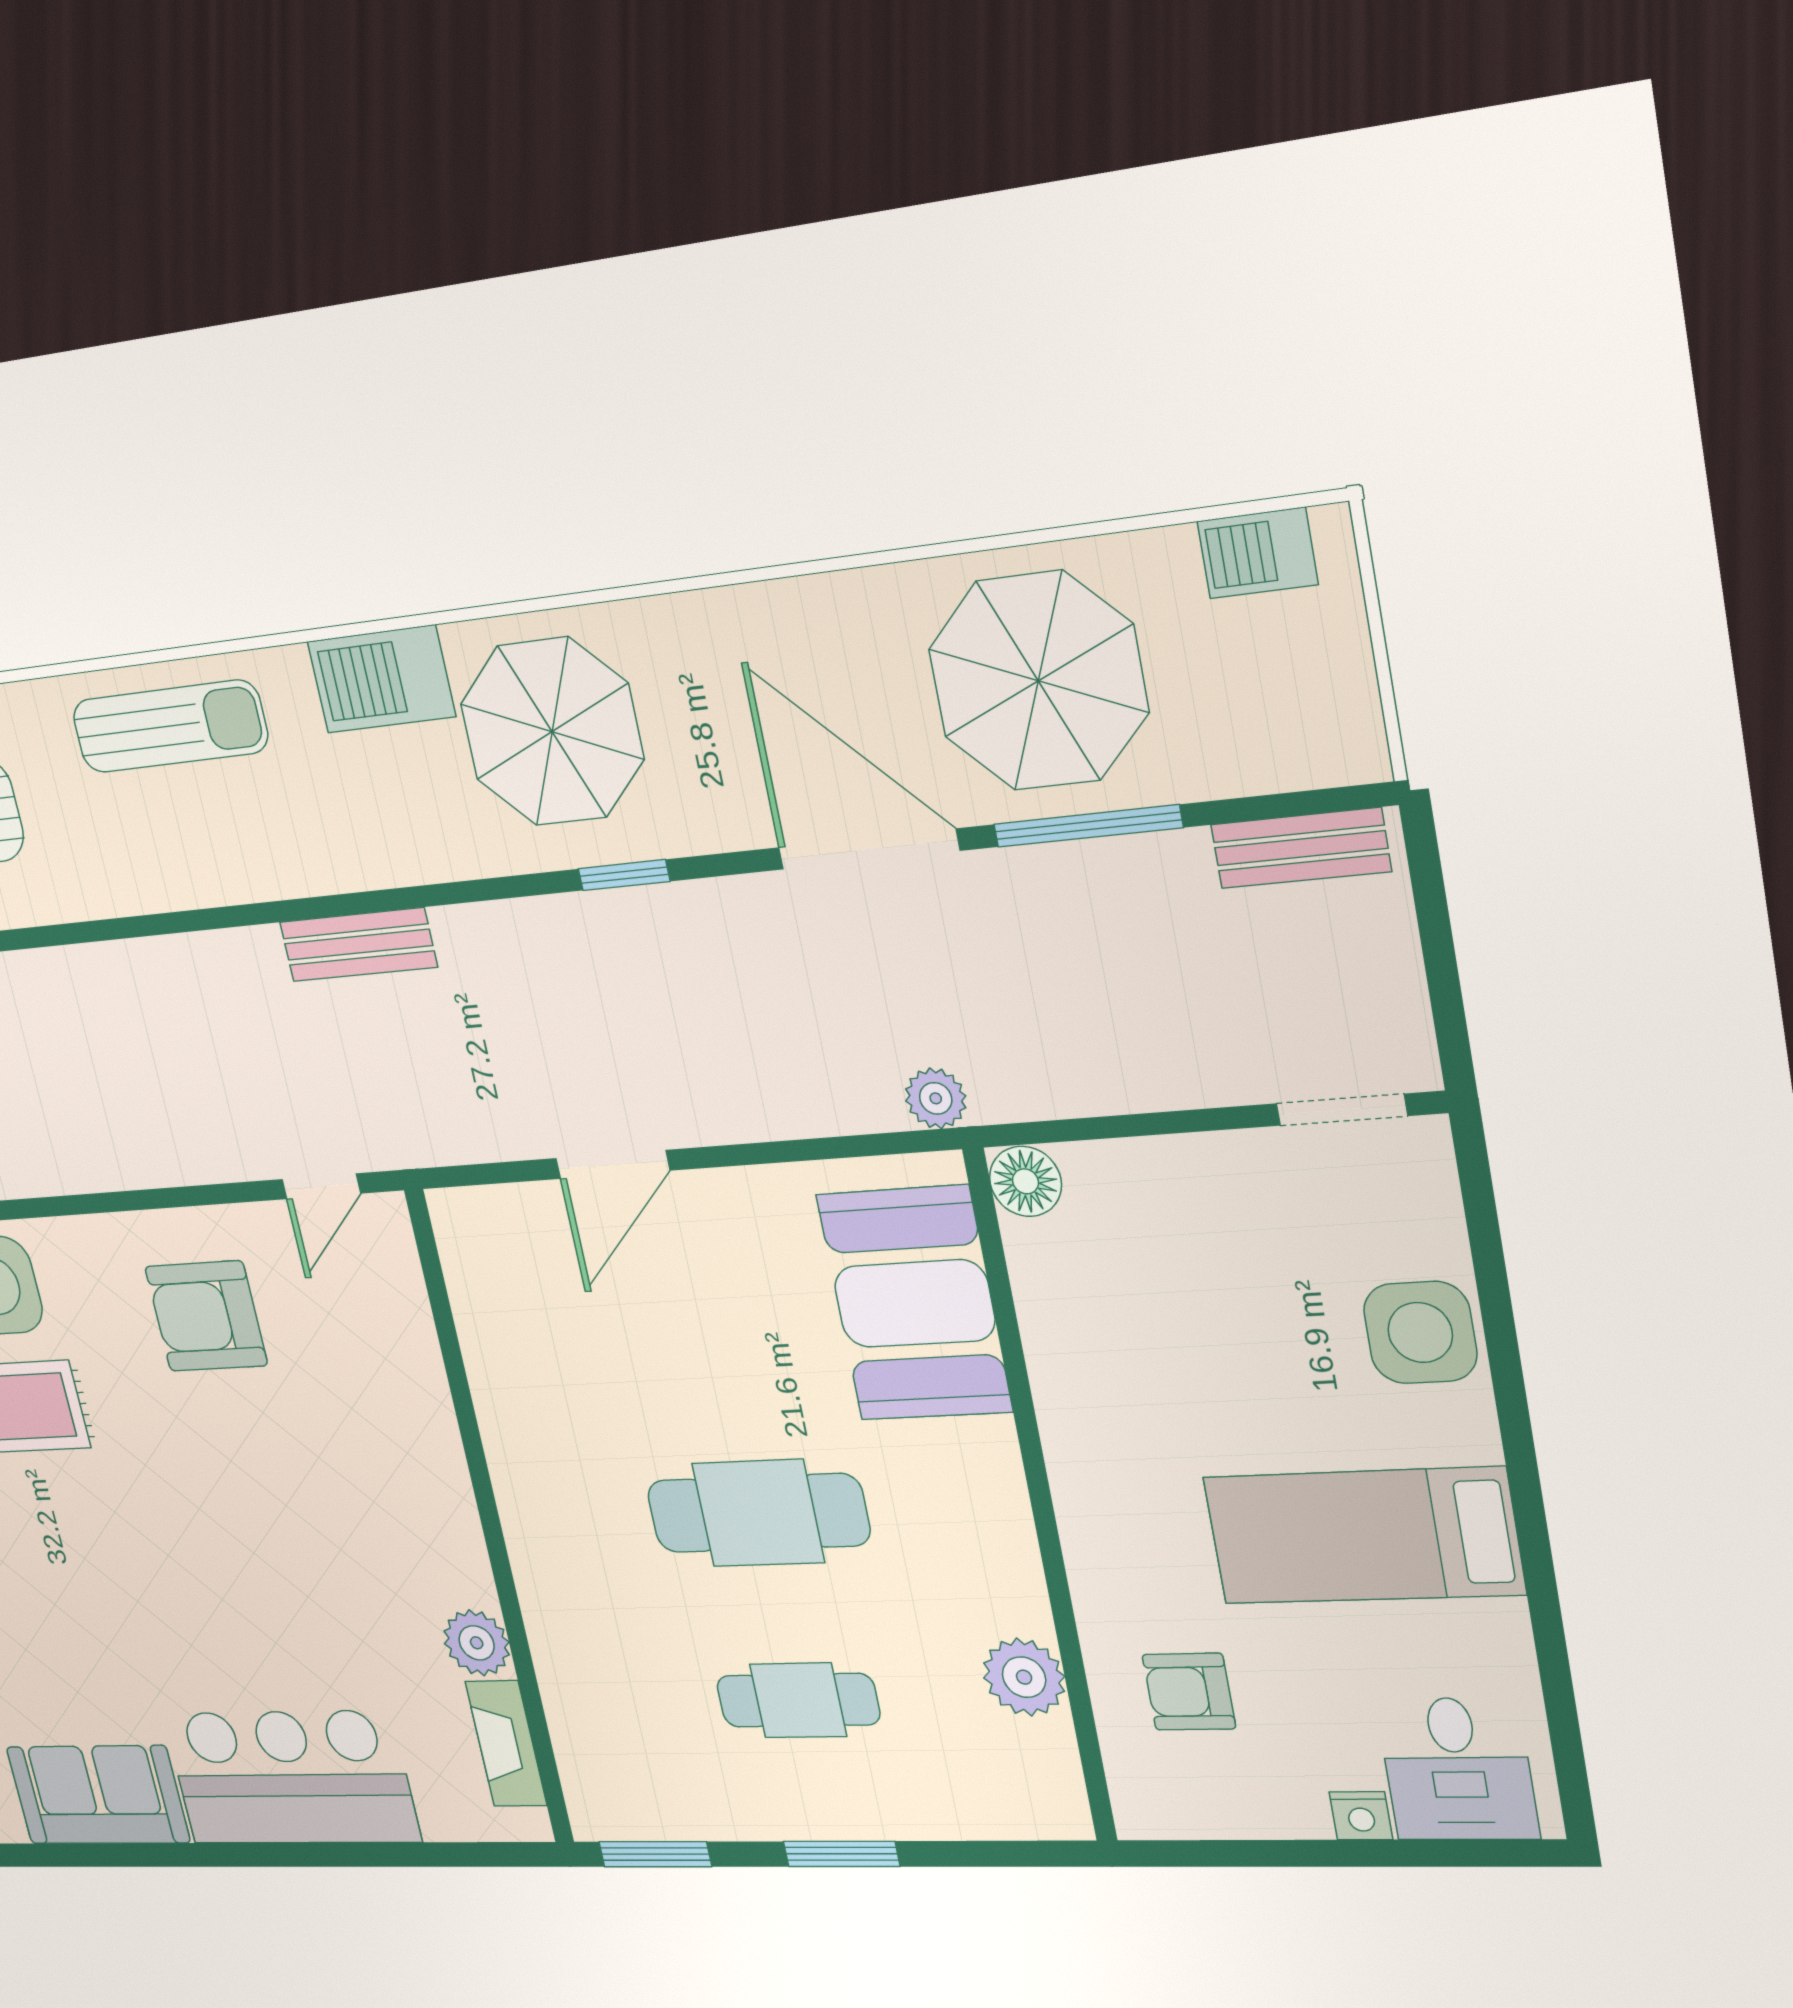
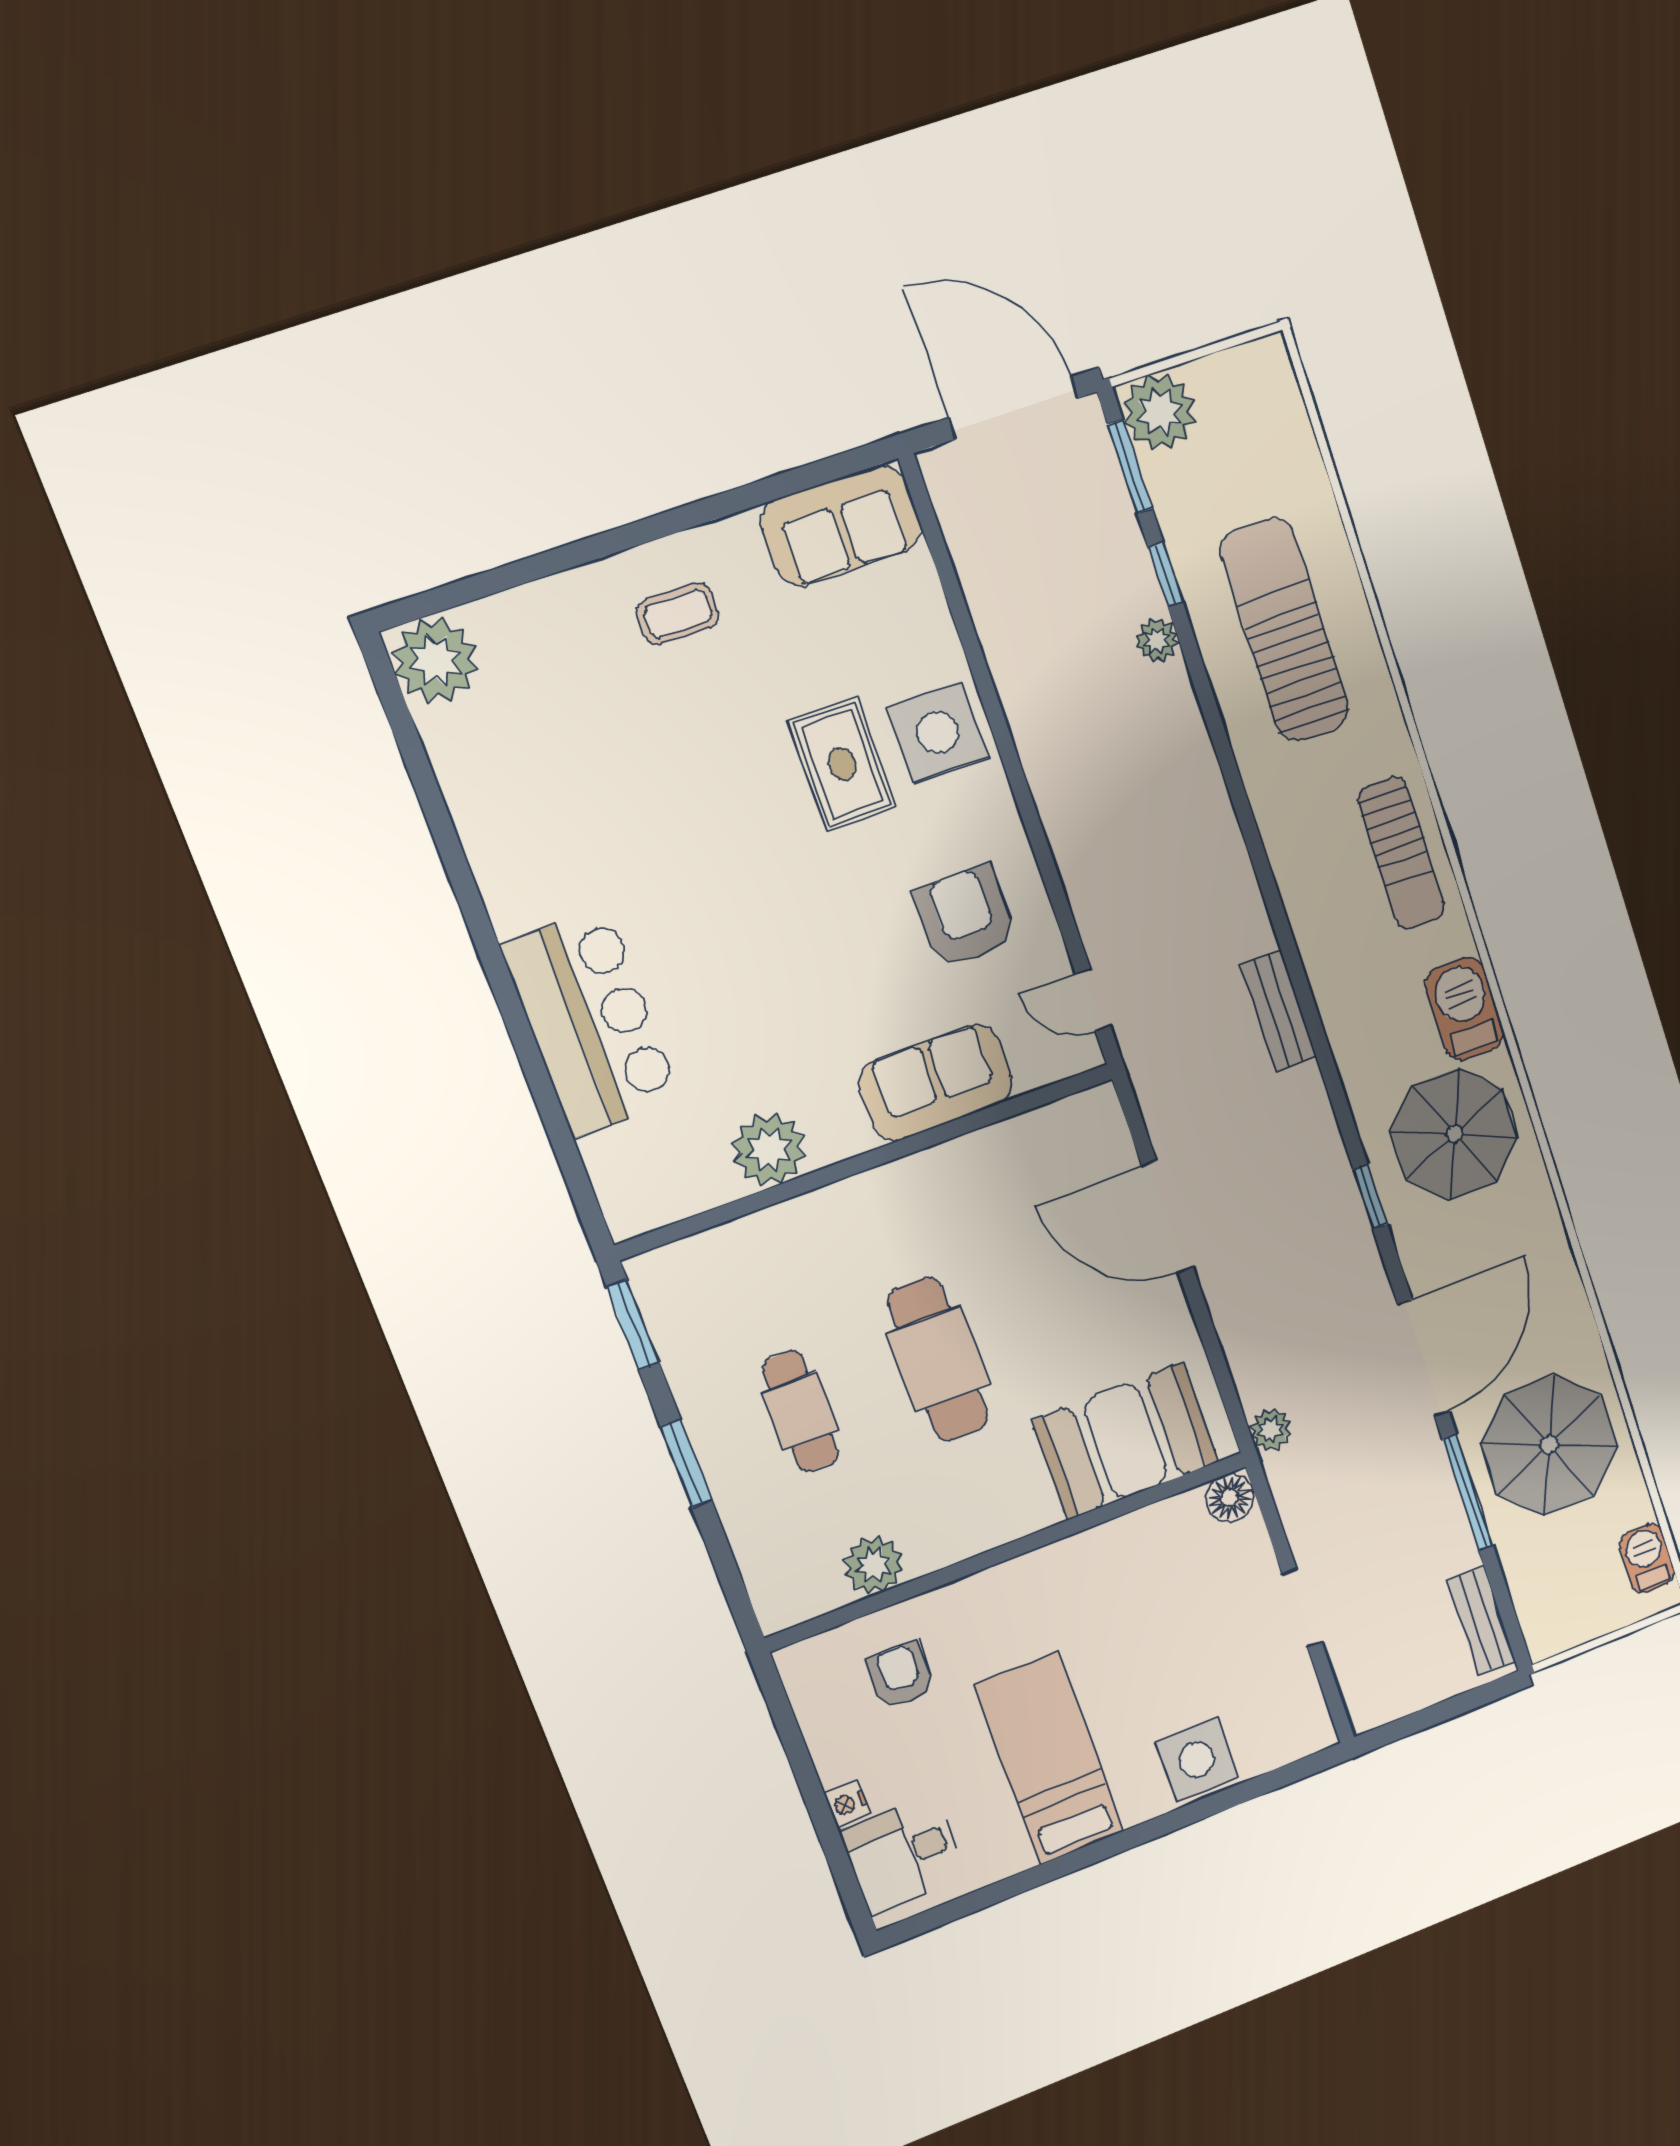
doorway: (1342, 1110) -> (1302, 1608), moved
door: (613, 1164) -> (1167, 1217), width x1.36
plant: (477, 1643) -> (769, 1149), width x1.36, depth x1.36
fireplace: (506, 1744) -> (685, 1196), removed
sofa: (98, 1795) -> (936, 1082), moved, turned -90

